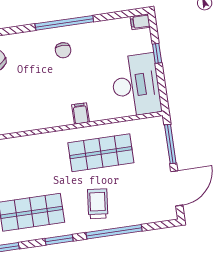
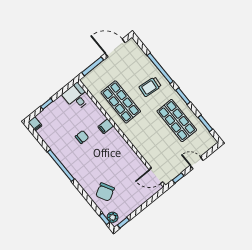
chair: (63, 50) -> (82, 137), moved
desk: (136, 85) -> (76, 97), width x0.53, depth x0.77

